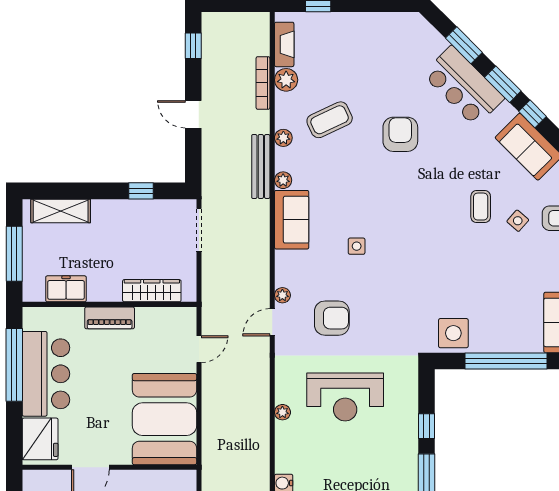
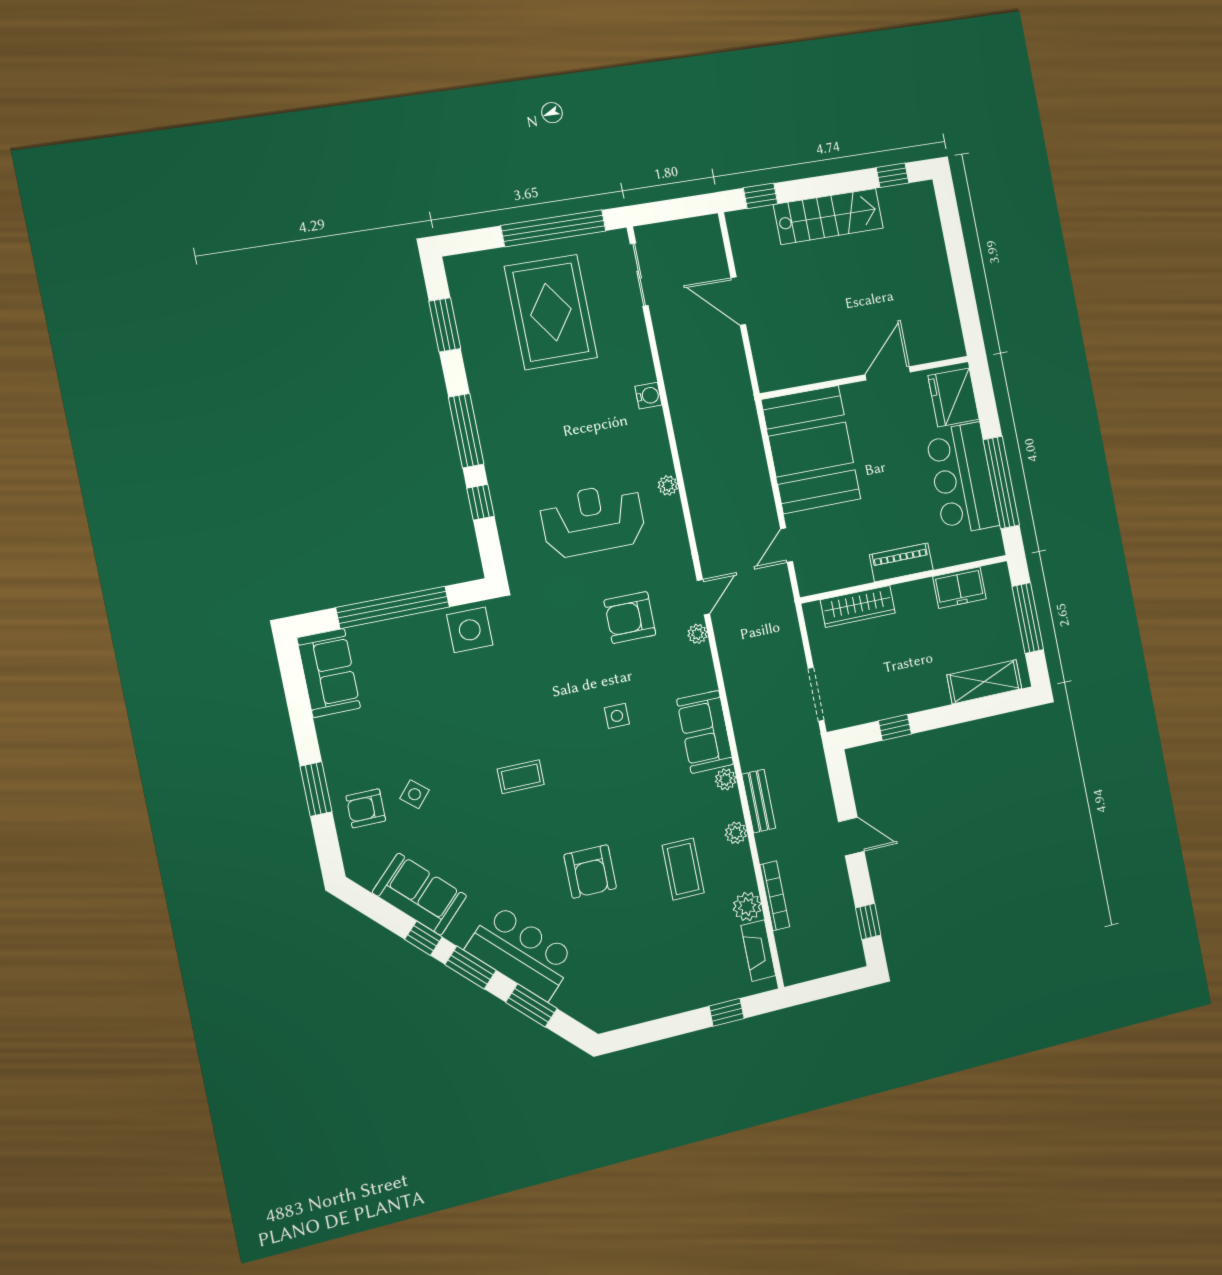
coffee table: (330, 120) -> (683, 869), turned -65
bench: (261, 167) -> (759, 801), width x0.73
coffee table: (481, 207) -> (521, 777), moved, turned 90

